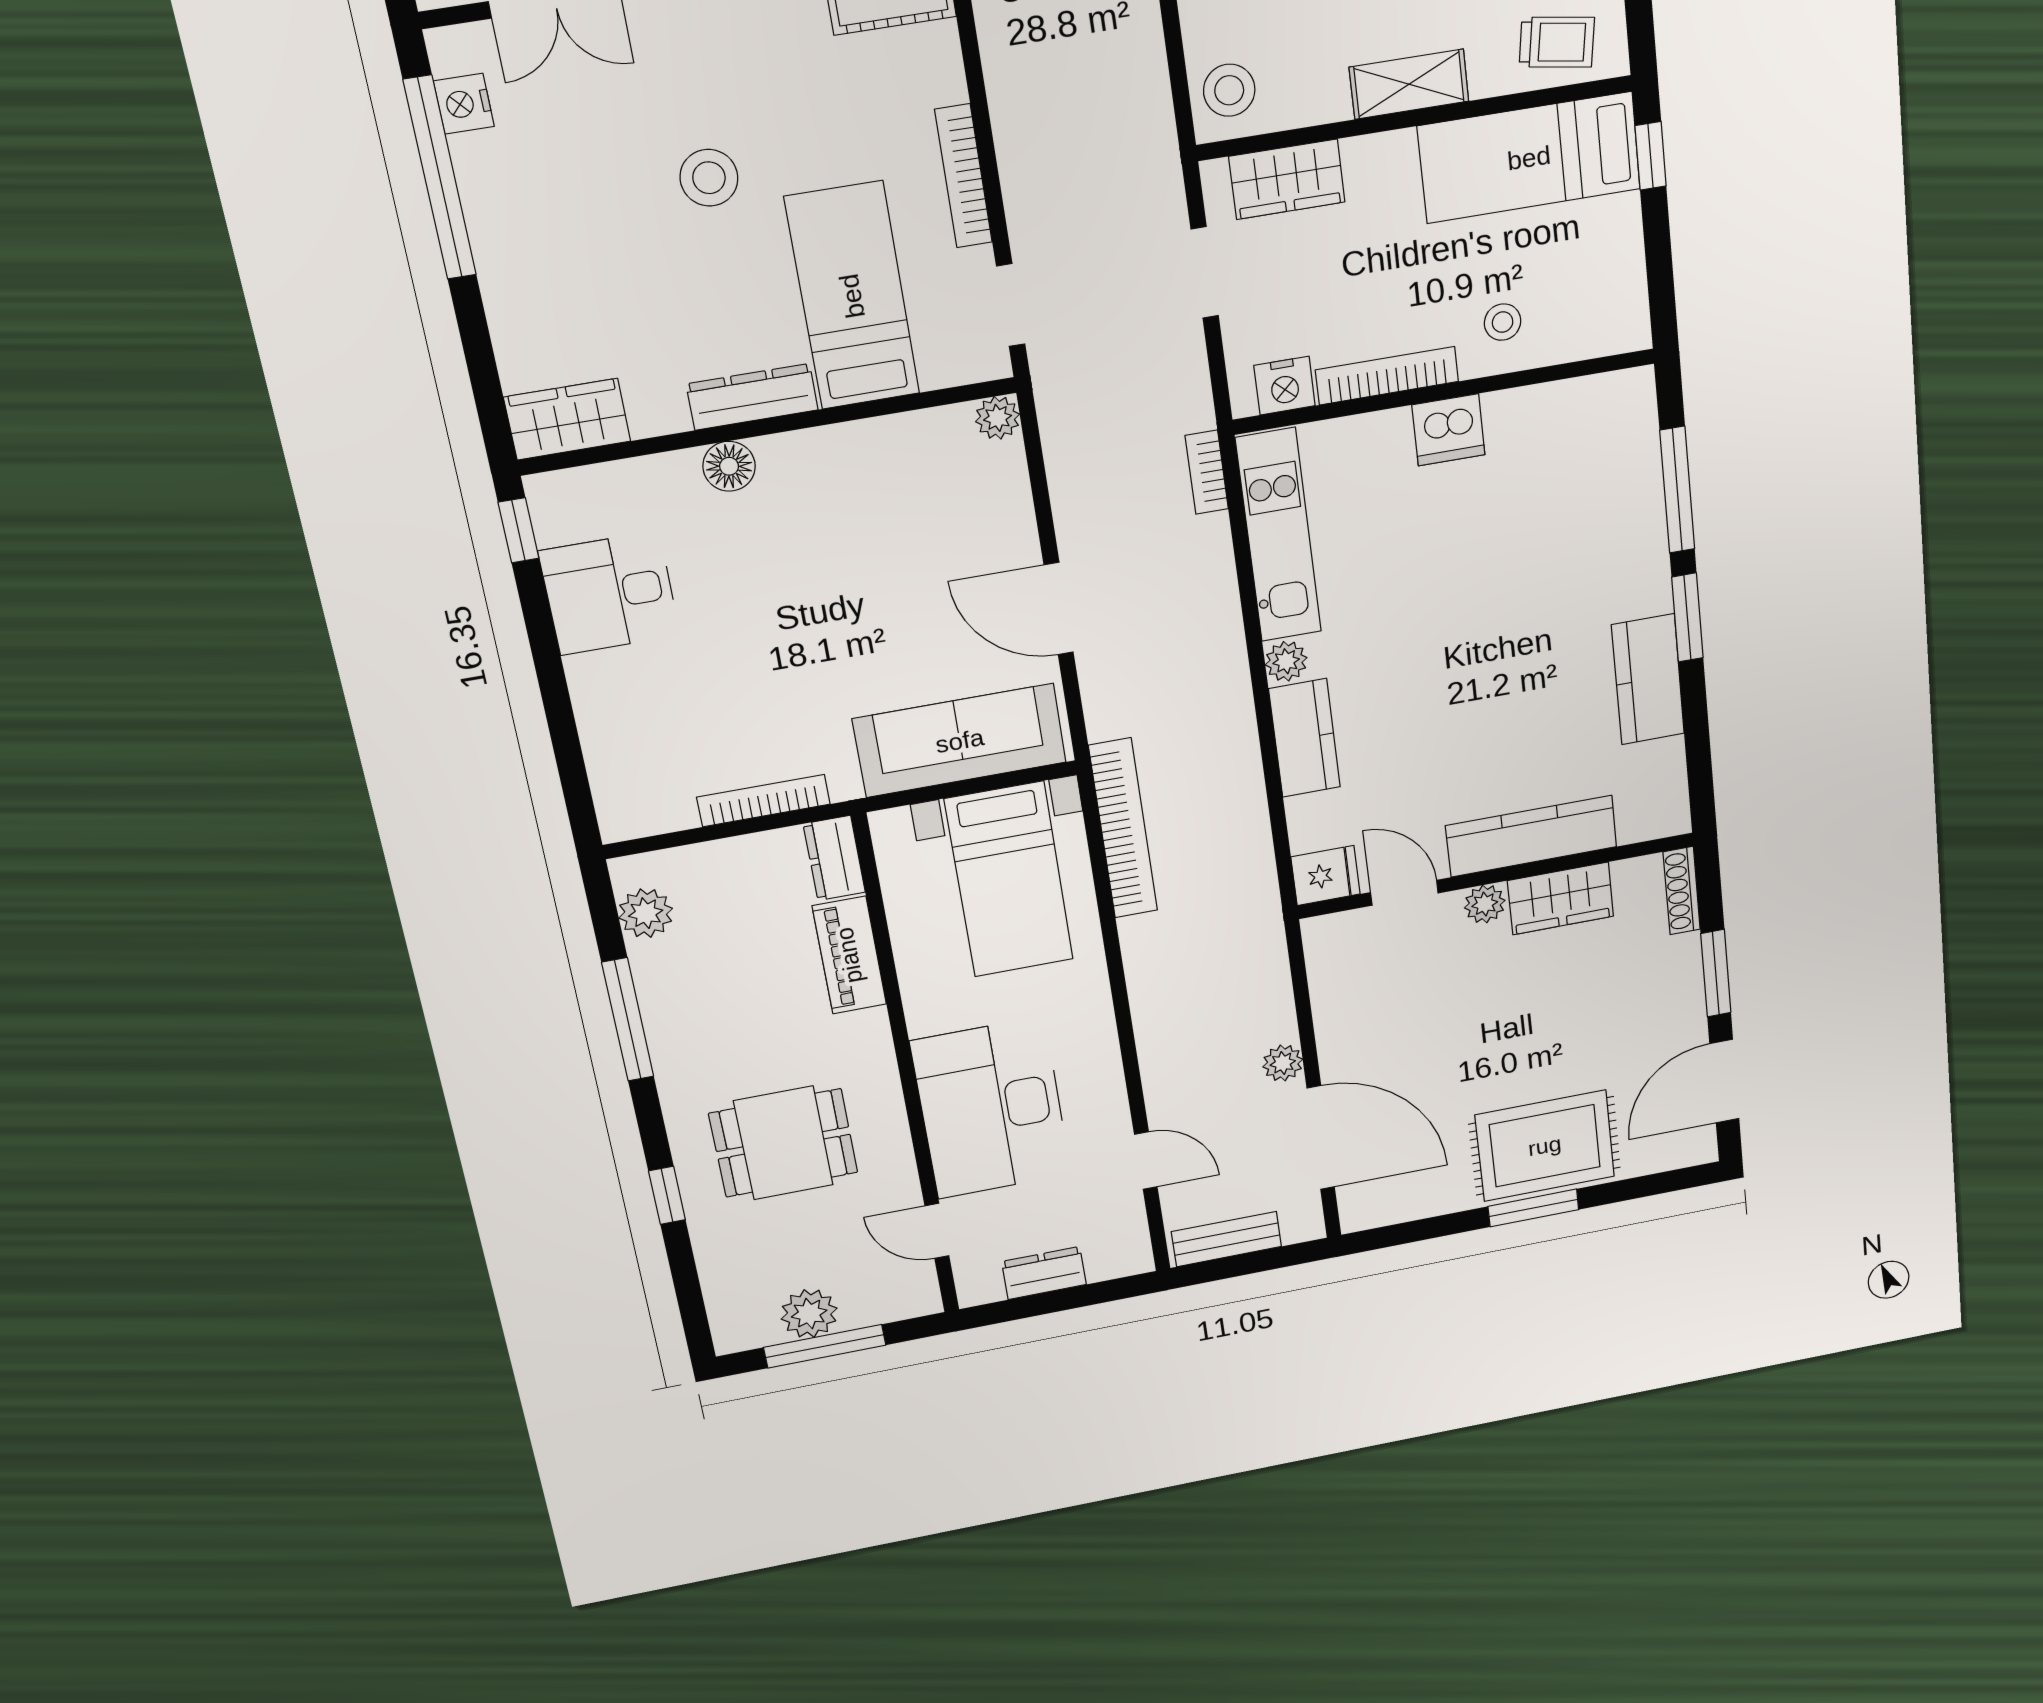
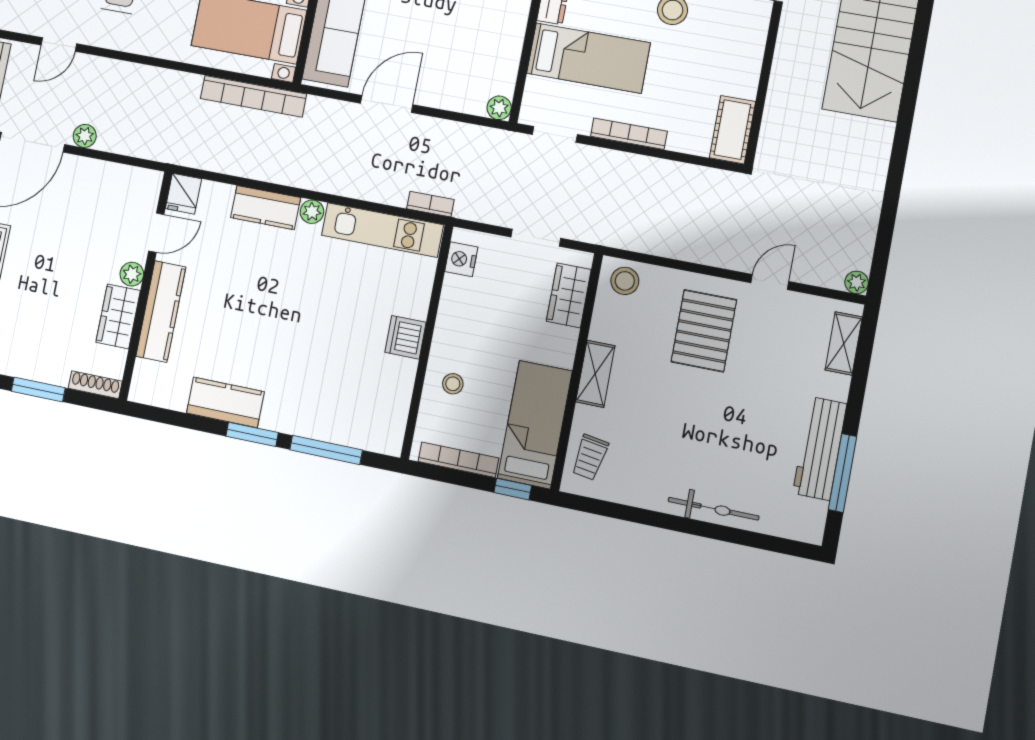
bookcase: (1387, 376) -> (458, 460), moved, turned -90

